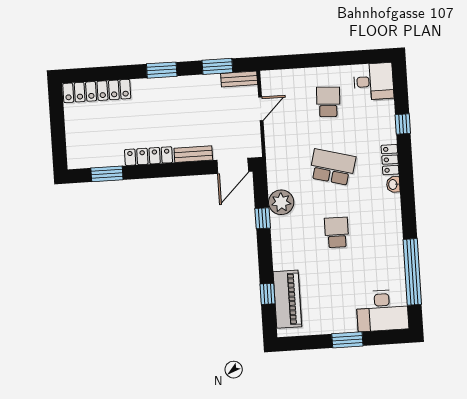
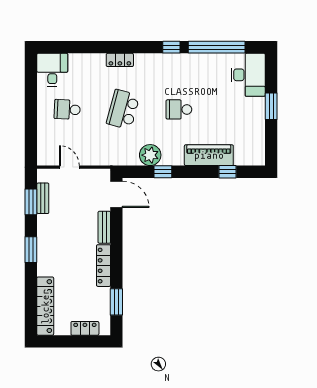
bench: (239, 79) -> (43, 198), moved
window: (403, 124) -> (171, 47), moved
locker: (74, 139) -> (85, 328), added
washbasin: (393, 184) -> (141, 59), removed
piano: (287, 299) -> (209, 155), moved

